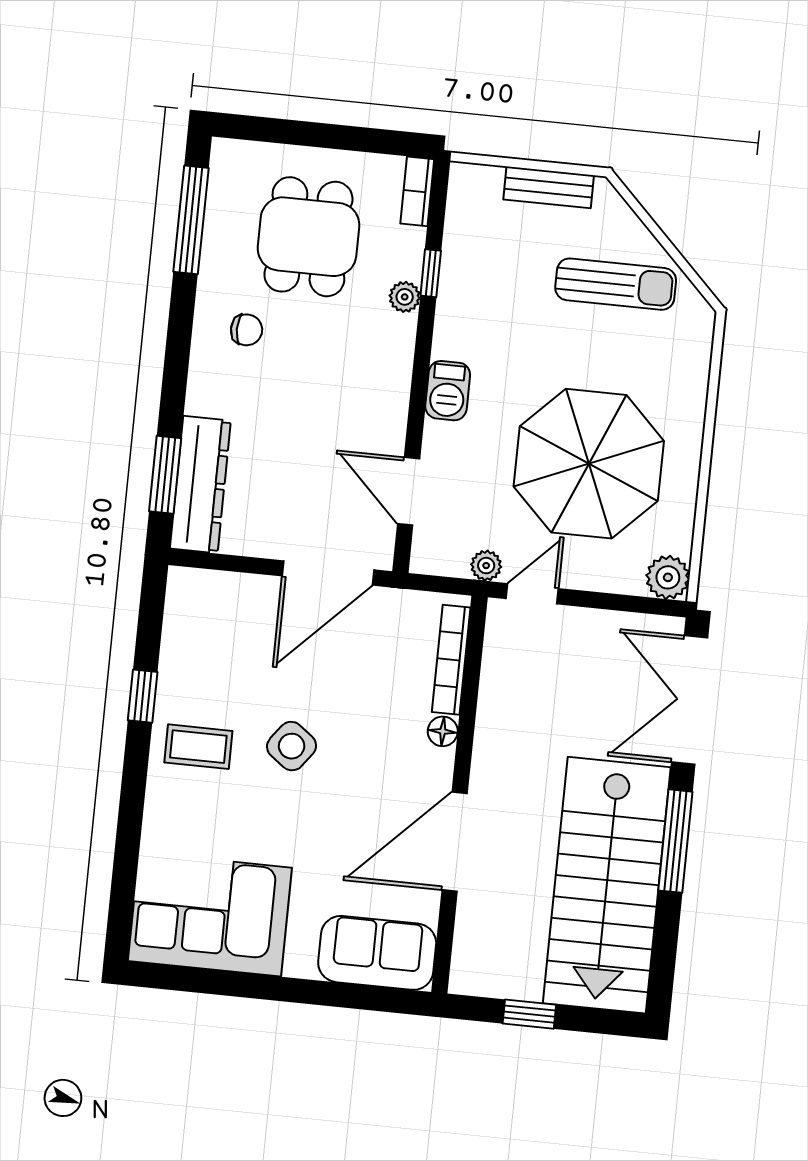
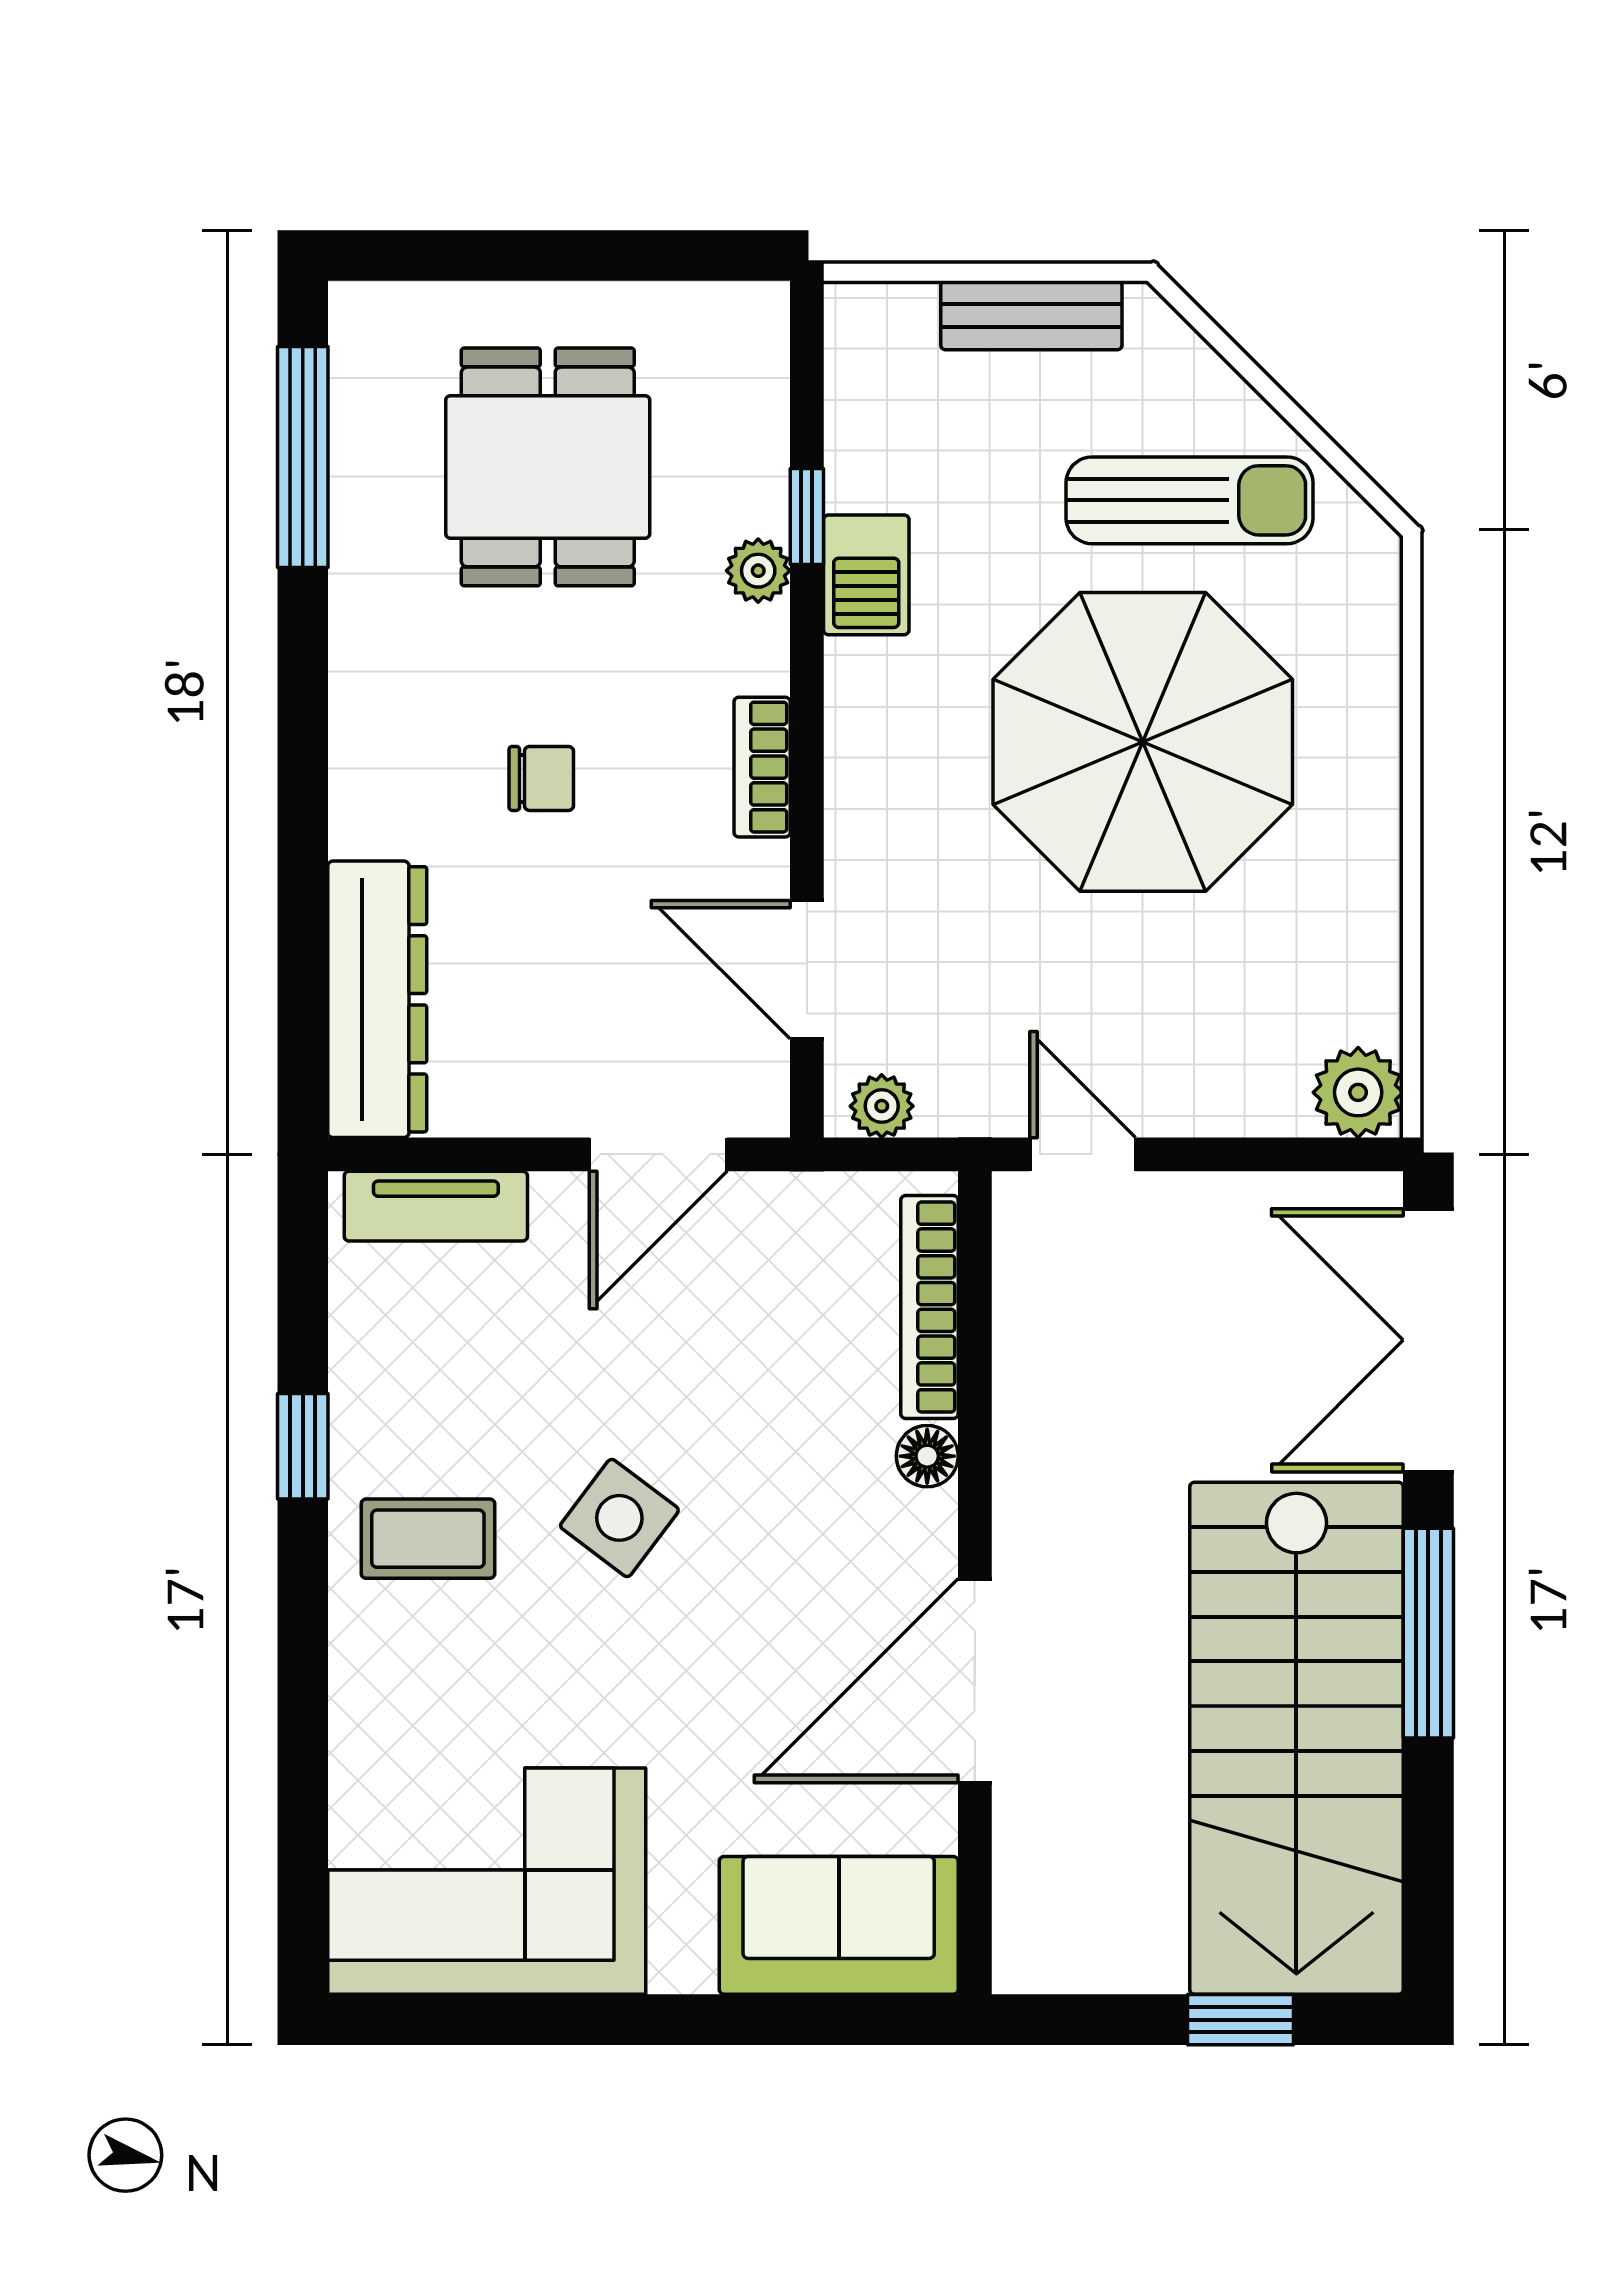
bookcase: (417, 191) -> (762, 767), moved
chair: (247, 330) -> (541, 778), moved
barbecue: (448, 391) -> (866, 575), moved
parasol: (589, 464) -> (1143, 742), moved
window: (165, 475) -> (303, 986), removed
plant: (486, 566) -> (882, 1106), moved
door: (328, 573) -> (658, 1154), width x0.73
tv unit: (218, 587) -> (436, 1206), added
door: (532, 594) -> (1083, 1154), hinge flipped
window: (529, 1014) -> (1241, 2020), moved

